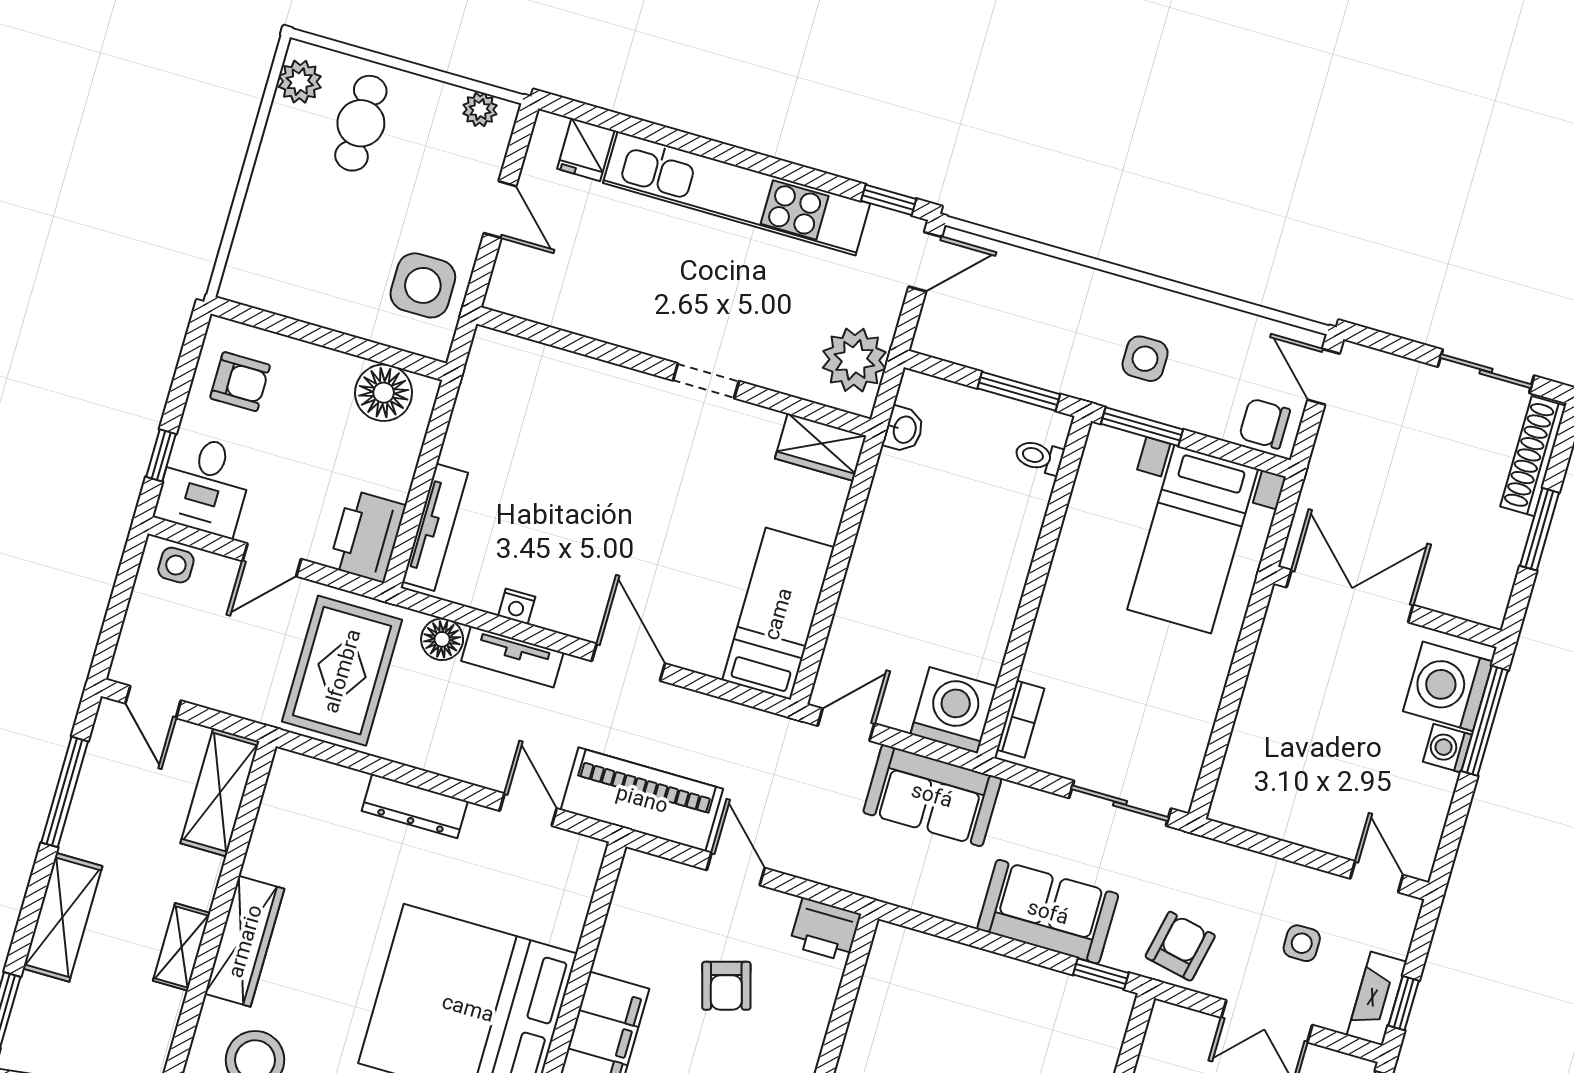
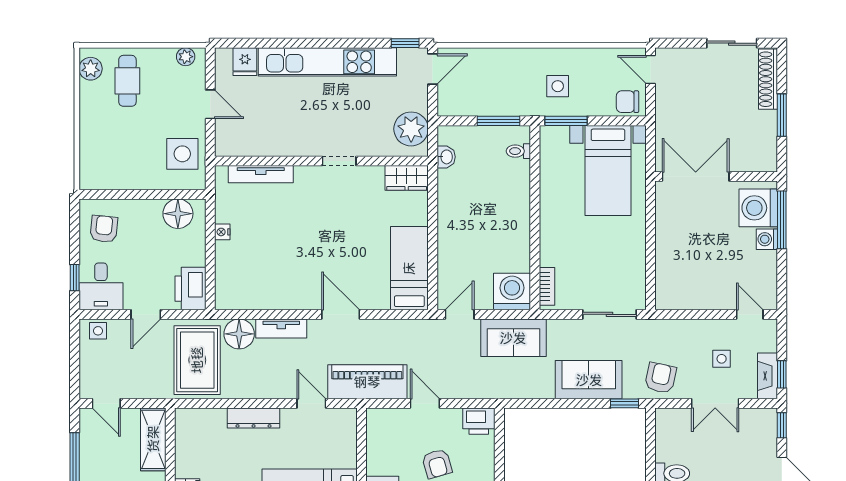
armchair: (240, 382) -> (104, 229), turned -84
tv unit: (435, 527) -> (261, 174), moved, turned 90
nightstand: (517, 606) -> (222, 232), moved, turned 90
floor lamp: (442, 639) -> (239, 334), width x1.38, depth x1.38

